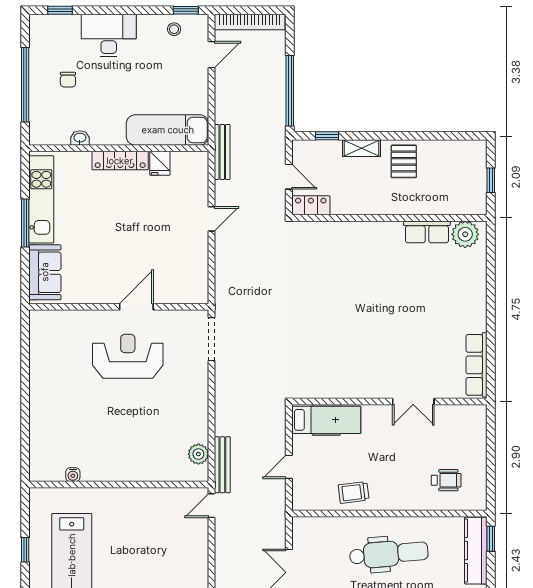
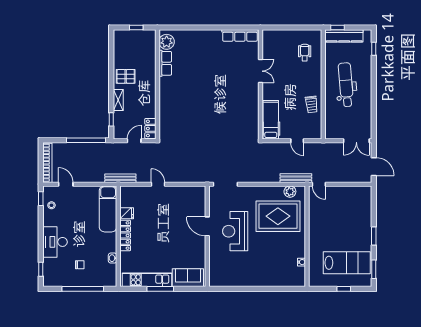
rug: (154, 433) -> (278, 216), added

